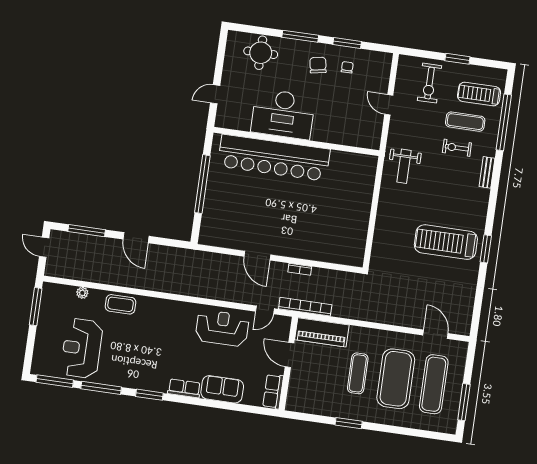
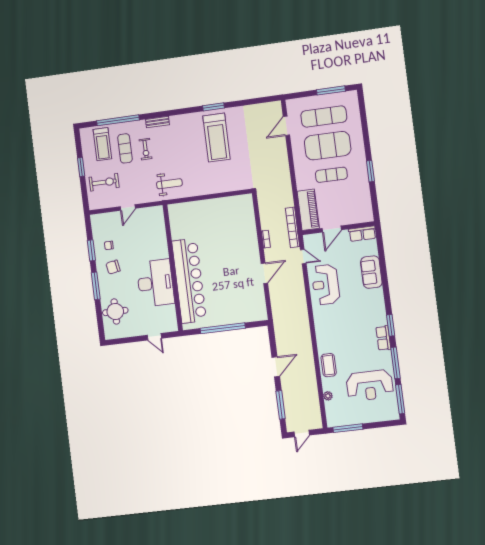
row of seats: (184, 388) -> (383, 338), moved

